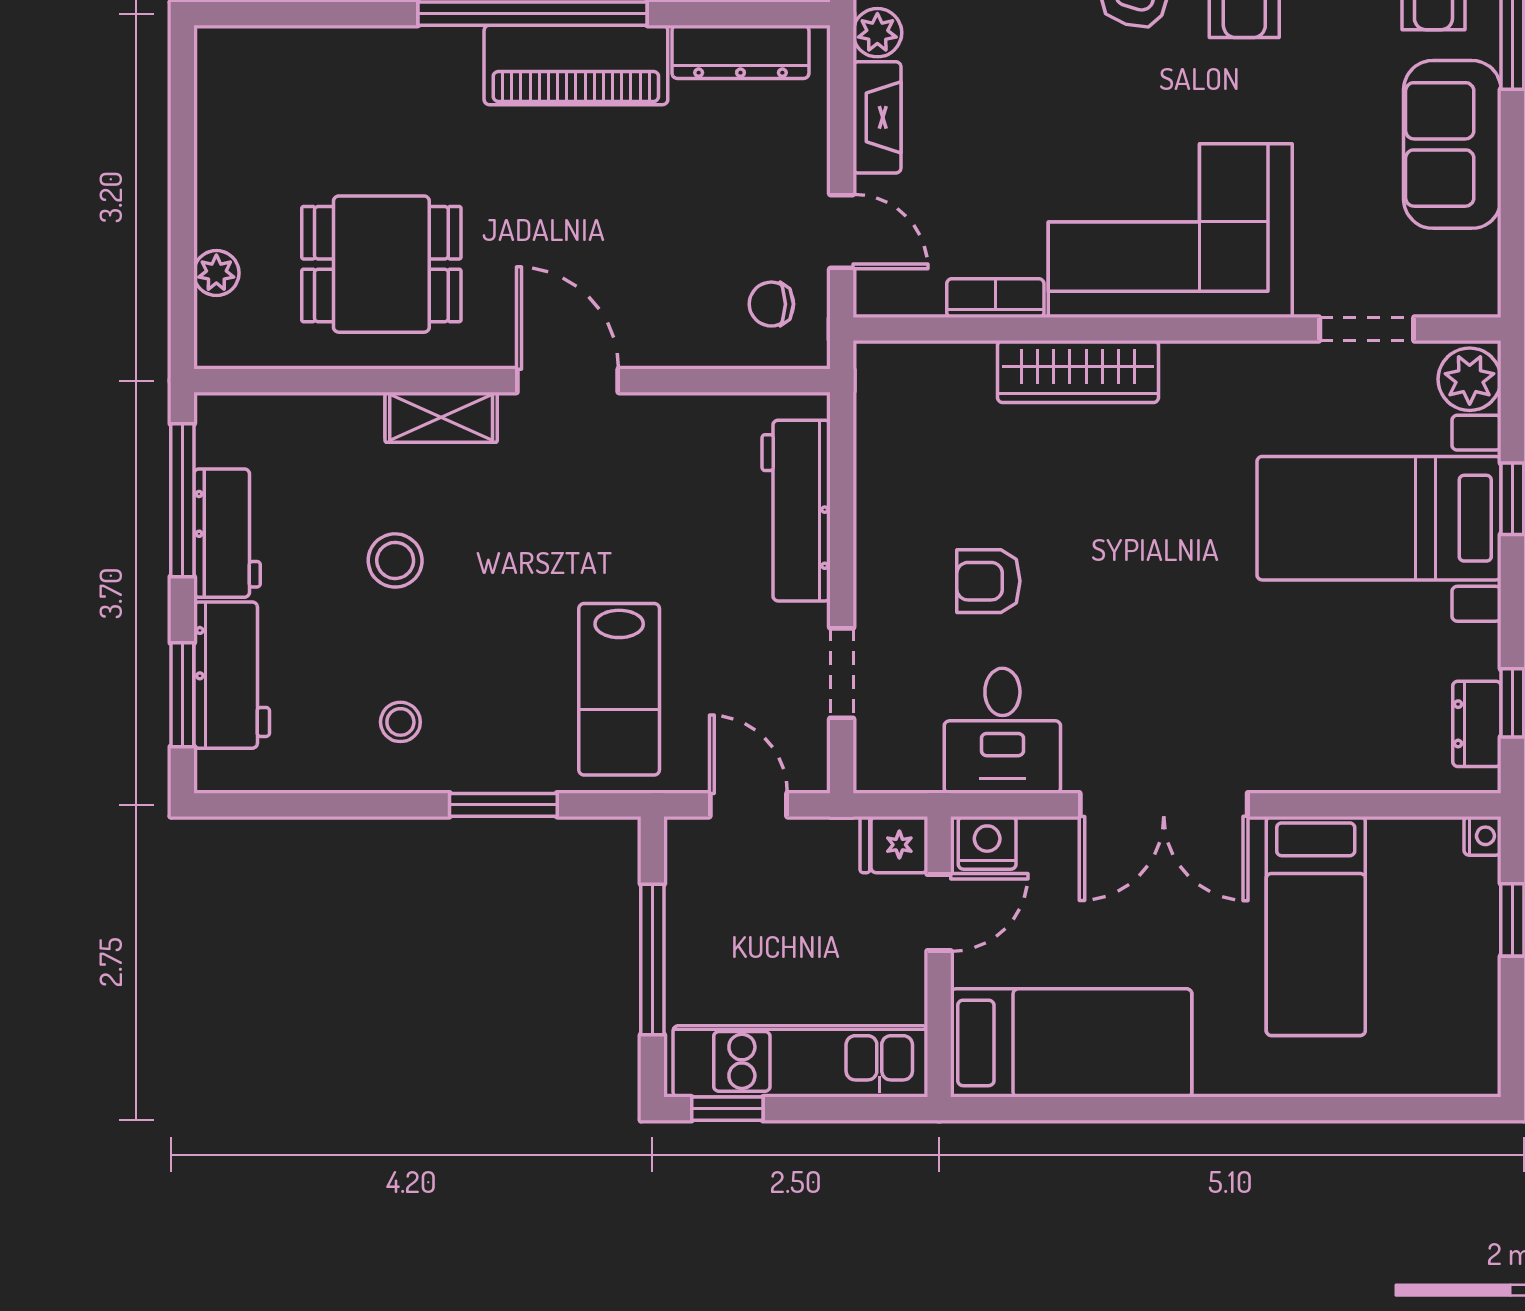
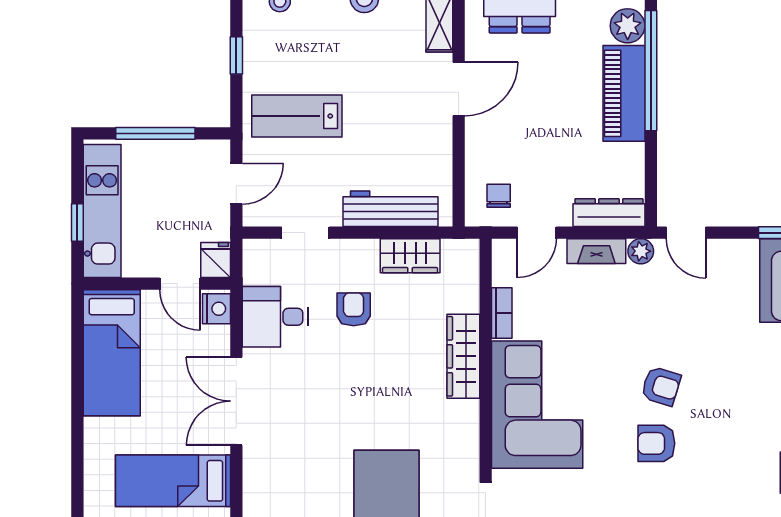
dresser: (740, 52) -> (609, 213), moved, turned 90
plant: (447, 58) -> (628, 26), added
wardrobe: (886, 473) -> (410, 256), added
window: (503, 805) -> (236, 55), width x0.67
window: (727, 1109) -> (77, 222), moved

